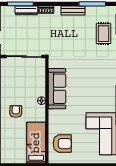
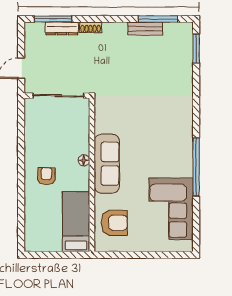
bench: (73, 11) -> (145, 29), moved
rug: (104, 34) -> (175, 62), removed
sofa: (57, 89) -> (107, 164), moved

